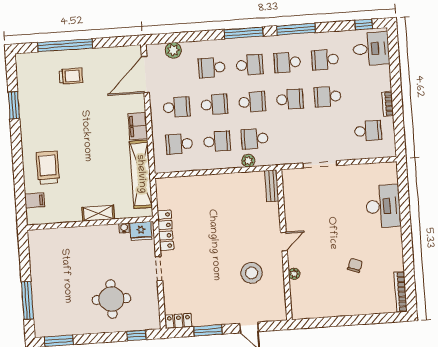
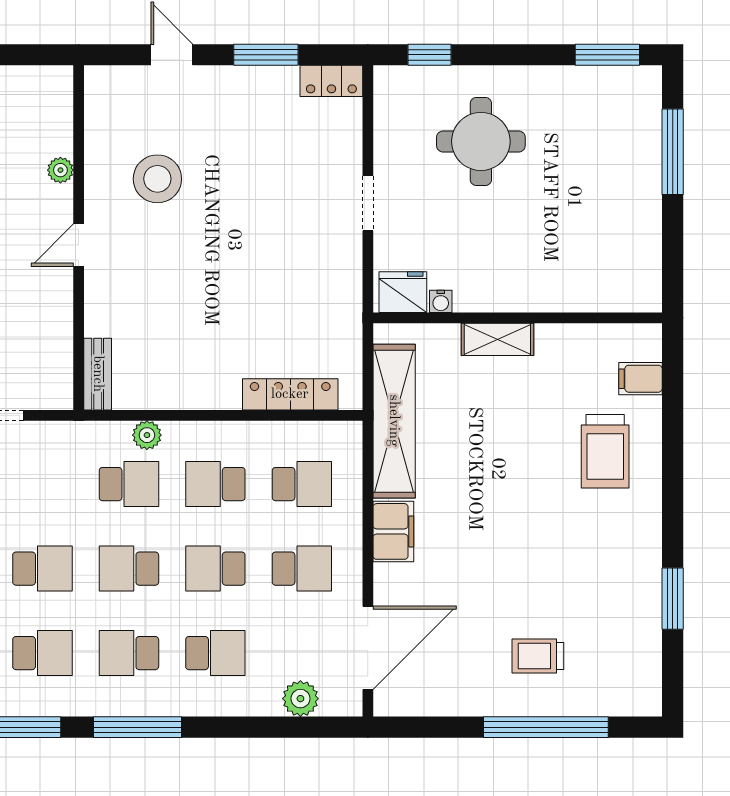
school desk: (290, 99) -> (42, 569), turned 180
school desk: (177, 107) -> (302, 569), turned 180
locker: (165, 230) -> (290, 394), moved, turned 90

